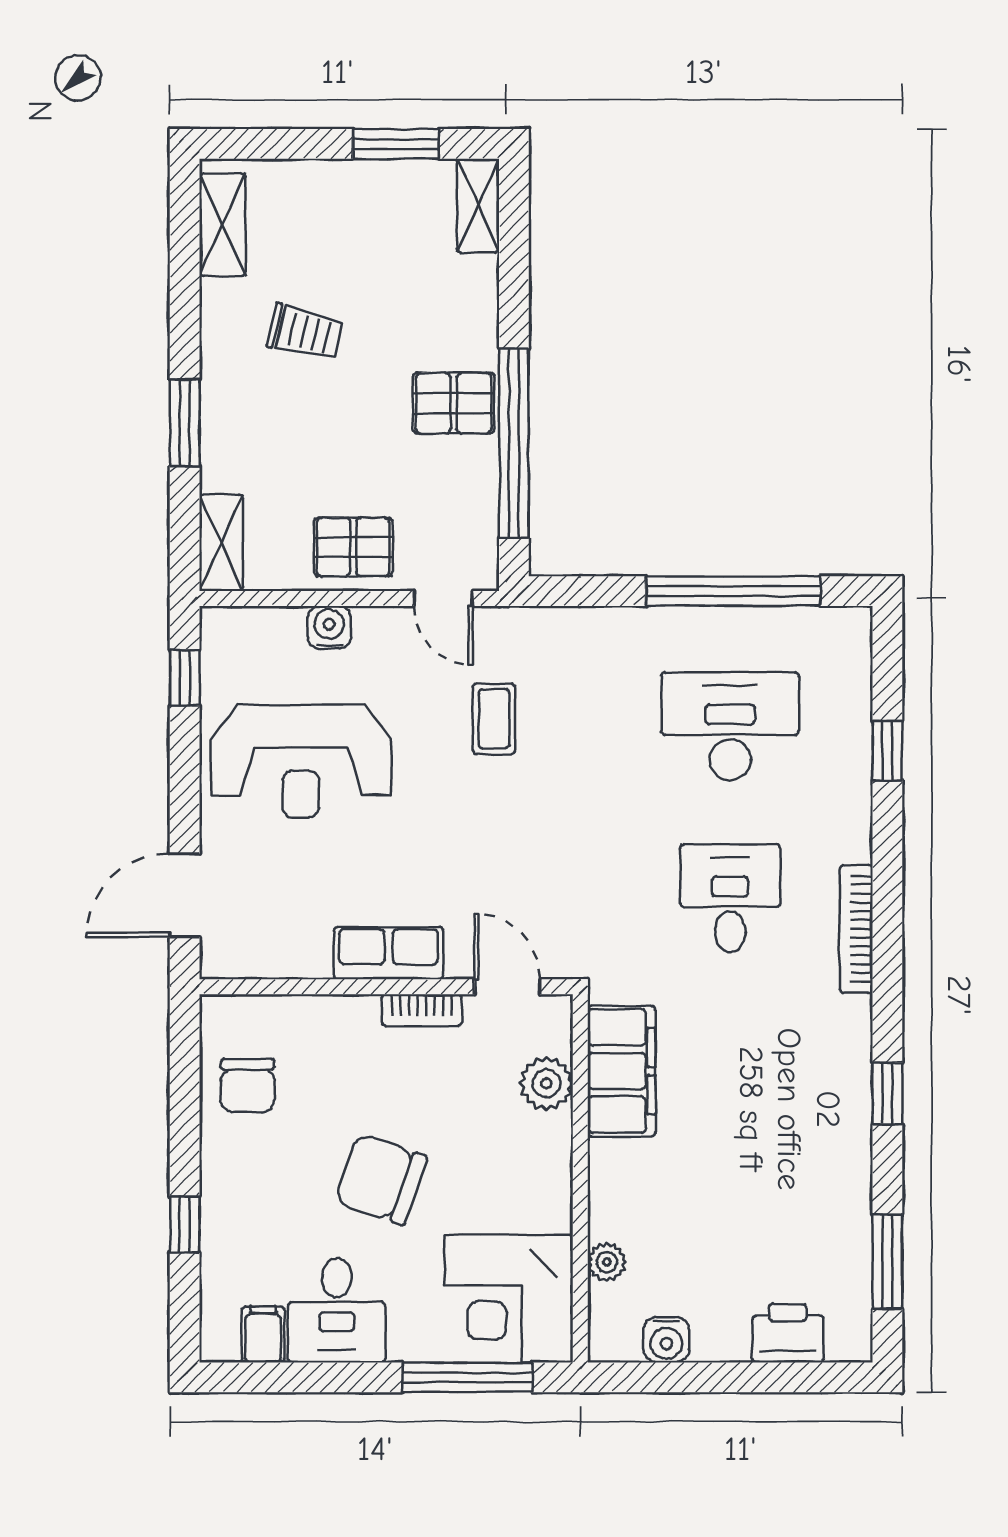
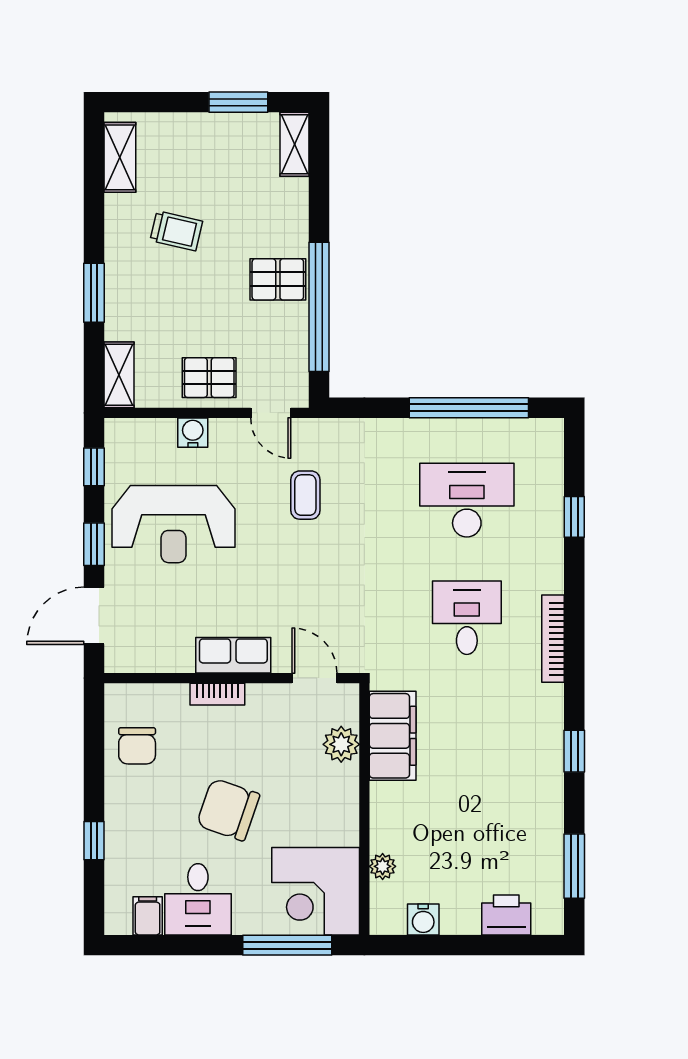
window: (185, 791) -> (94, 544), added
bookcase: (422, 1010) -> (217, 694), moved

